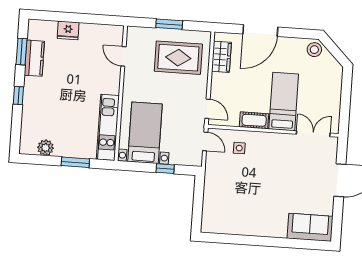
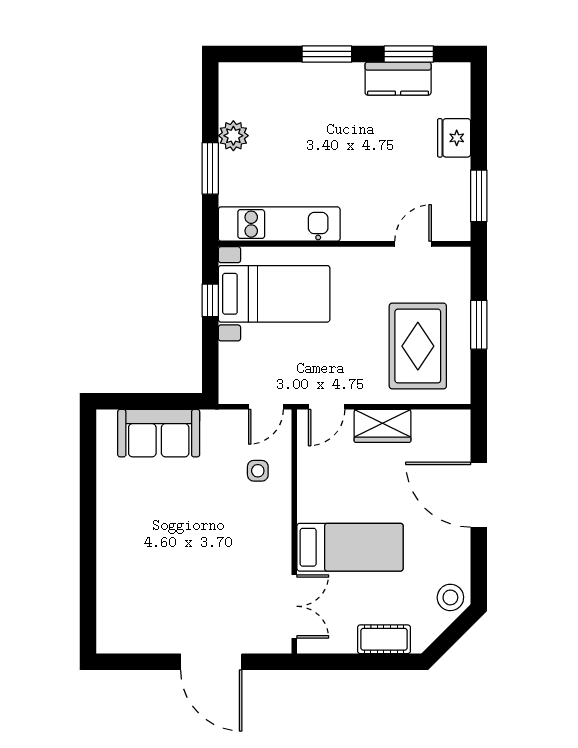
window: (100, 19) -> (479, 196), added
wardrobe: (221, 57) -> (382, 426), moved
window: (18, 95) -> (327, 54), width x1.50
cot: (254, 120) -> (384, 639), moved, turned 90
plant: (46, 148) -> (233, 136), moved
window: (165, 169) -> (210, 300), moved
sofa: (310, 227) -> (159, 433), moved, turned 90

